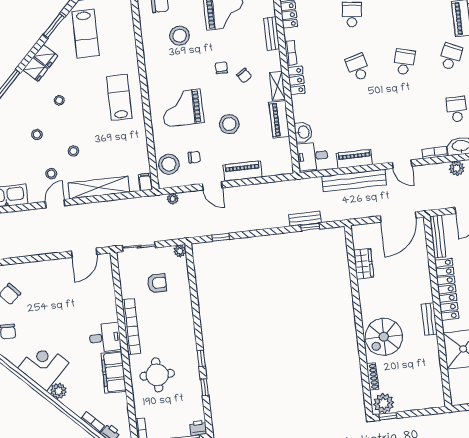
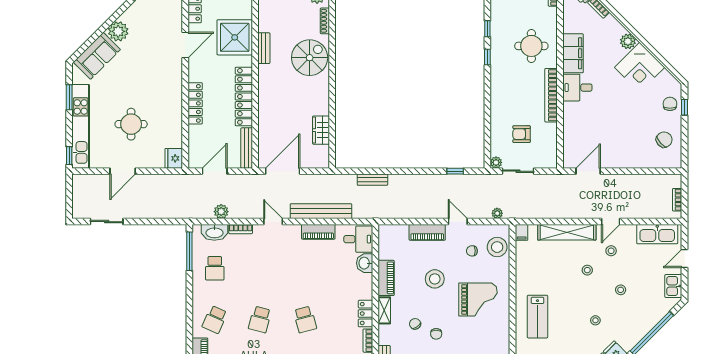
window: (310, 227) -> (368, 171), removed
sliding door: (139, 247) -> (518, 171), moved
bench: (429, 319) -> (264, 48), moved

